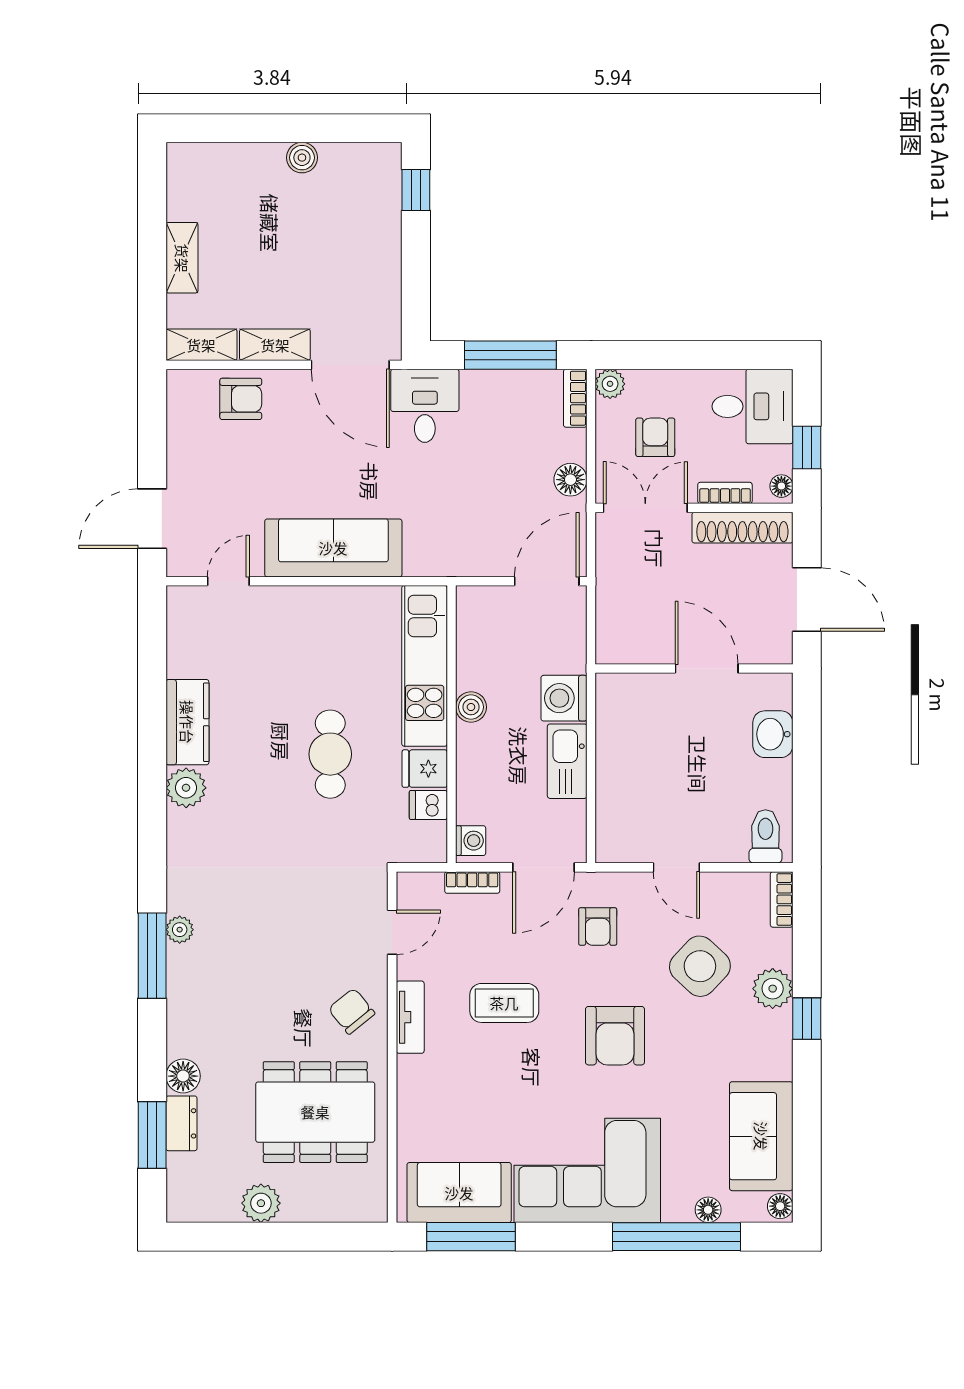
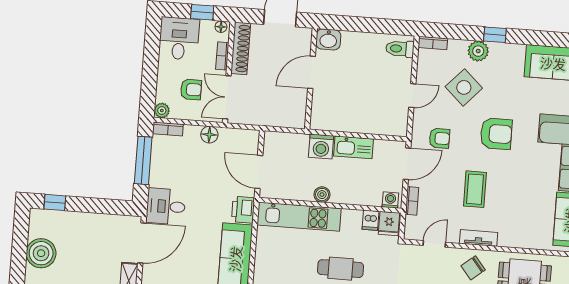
boiler: (302, 158) -> (41, 253), width x1.86, depth x1.86
armchair: (655, 437) -> (191, 89), turned 180
printer: (430, 556) -> (243, 210), added
door: (547, 581) -> (259, 172), moved
washbasin: (773, 734) -> (328, 39), moved
fridge: (425, 769) -> (389, 224), moved
door: (544, 867) -> (407, 164), hinge flipped
door: (392, 932) -> (434, 244), hinge flipped

